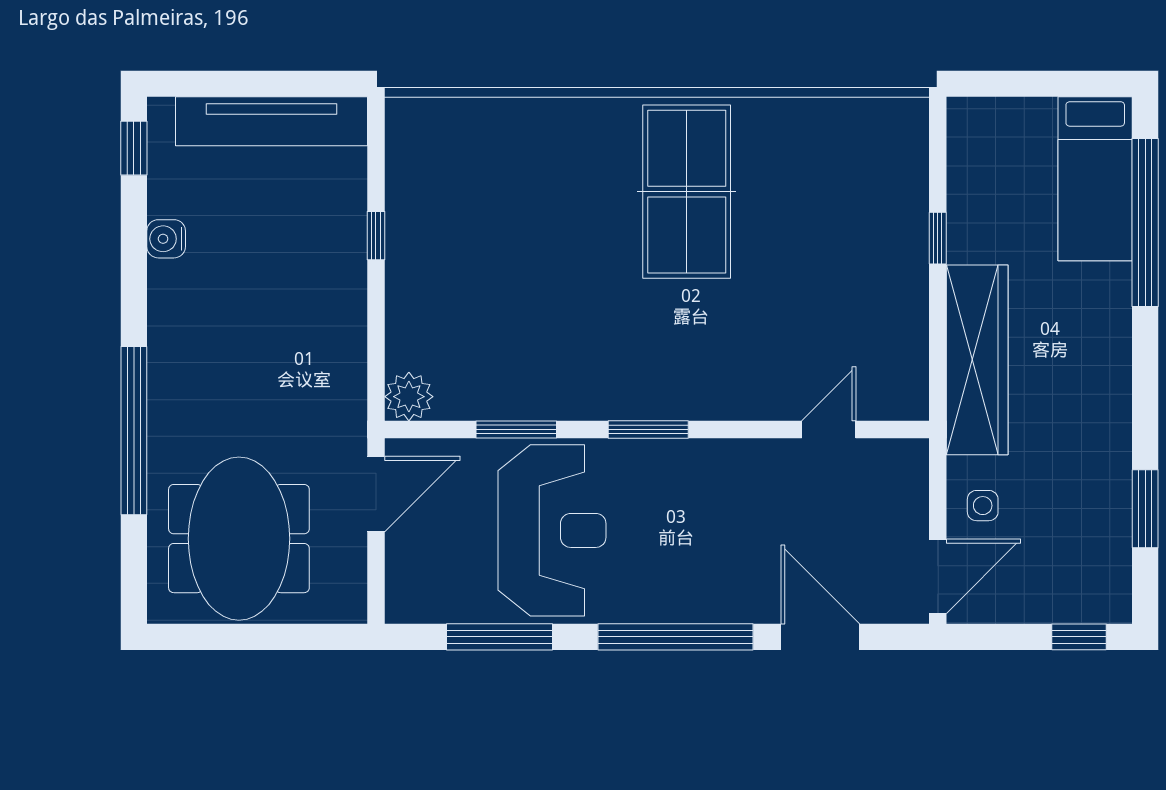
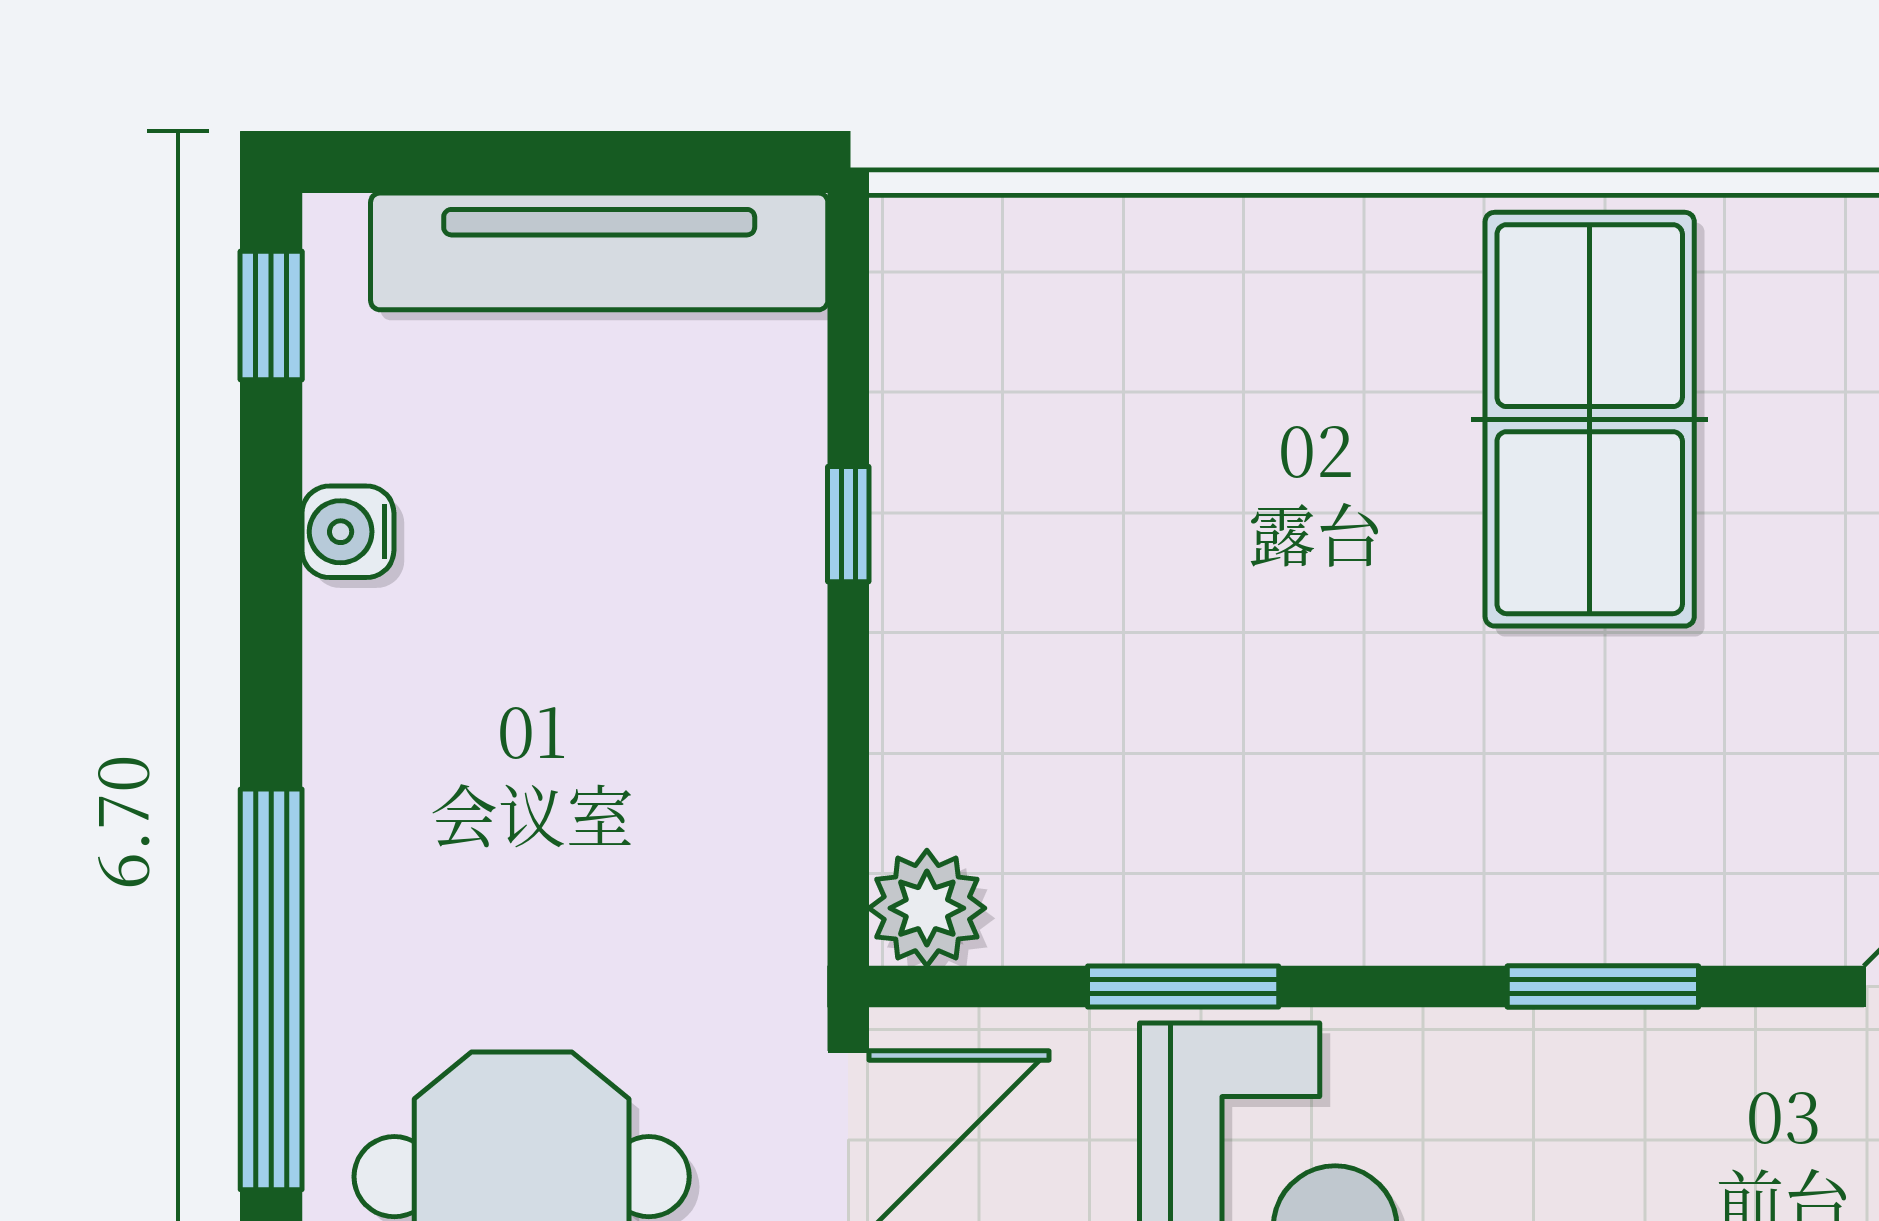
window: (648, 429) -> (1603, 987), moved

